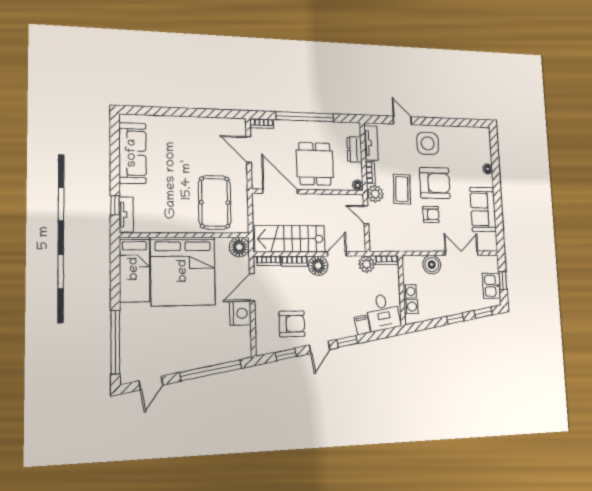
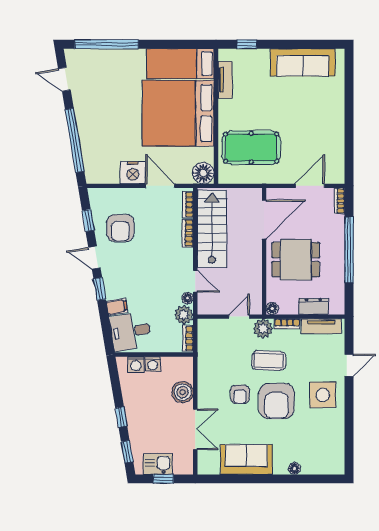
tv unit: (126, 215) -> (225, 80), moved, turned -90
floor lamp: (318, 266) -> (188, 298), moved, width x0.53, depth x0.53

